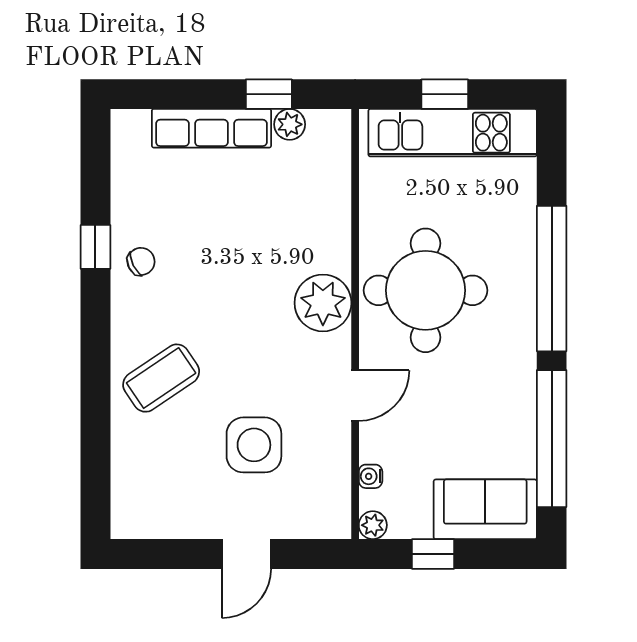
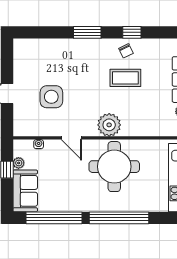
window: (95, 357) -> (87, 32), added
coffee table: (161, 378) -> (125, 78), moved, turned -56
plant: (373, 525) -> (19, 163), moved

